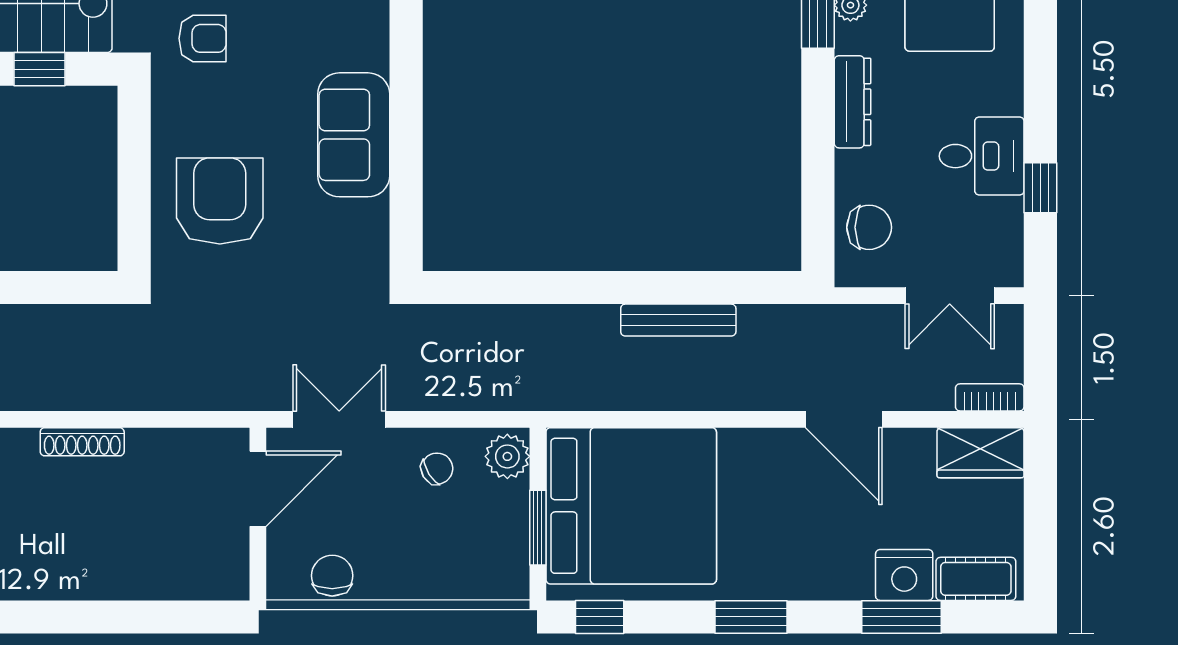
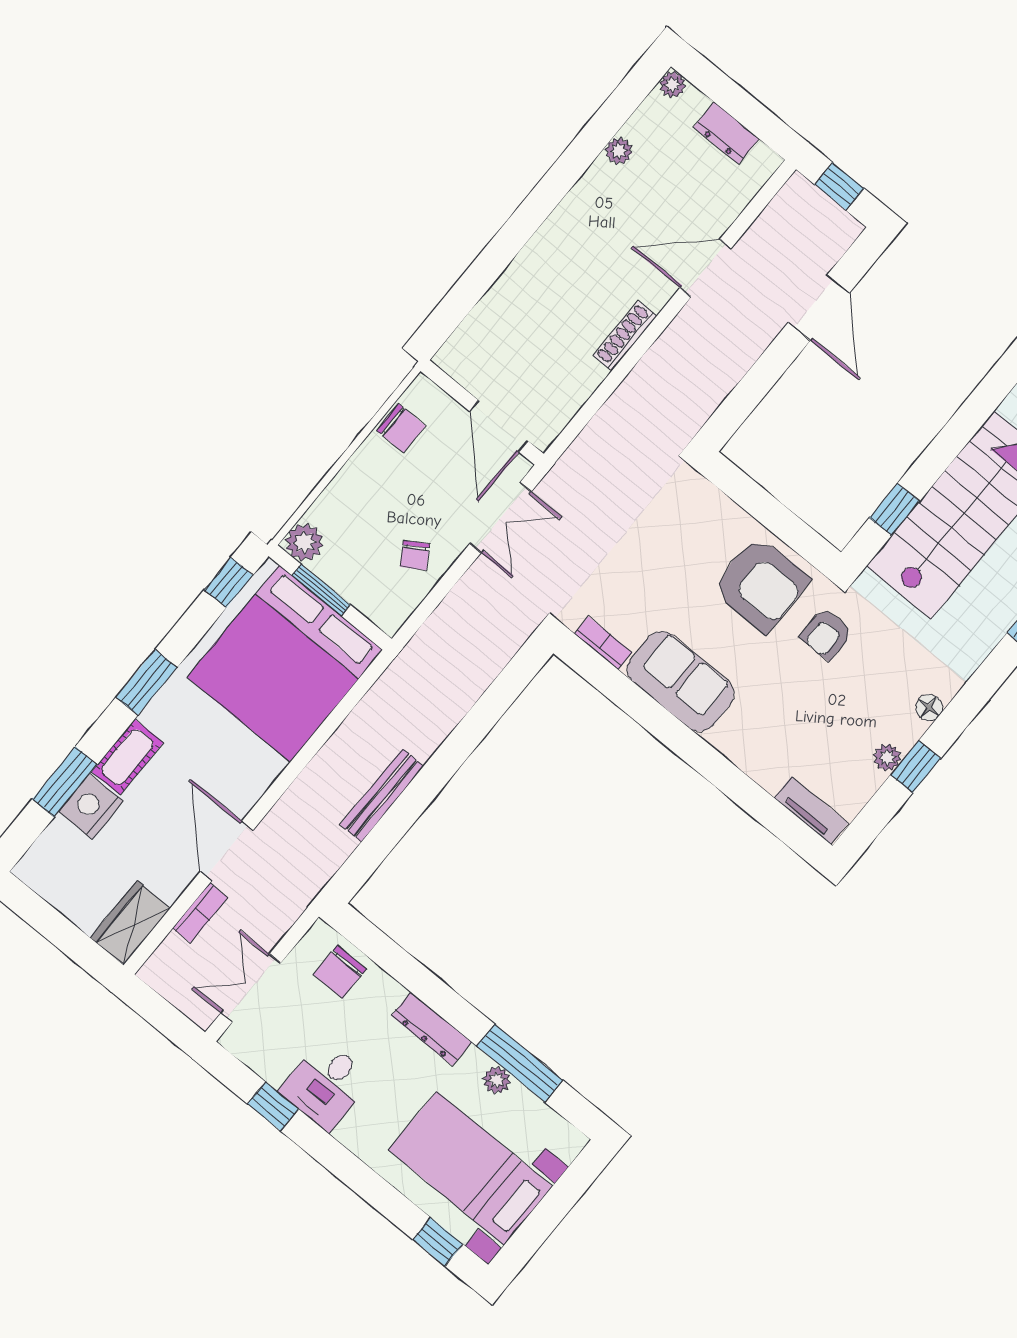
armchair: (220, 201) -> (761, 584), moved
bookcase: (376, 233) -> (603, 643), added
bookcase: (990, 397) -> (200, 913), moved
door: (844, 419) -> (227, 851), hinge flipped
plant: (507, 456) -> (304, 542), moved
cot: (976, 579) -> (127, 757), moved

